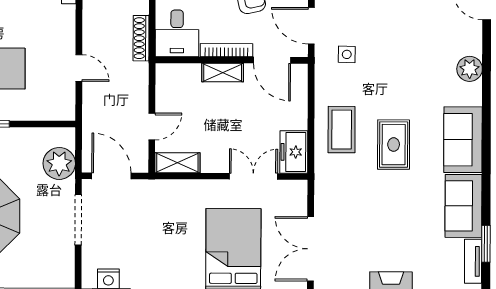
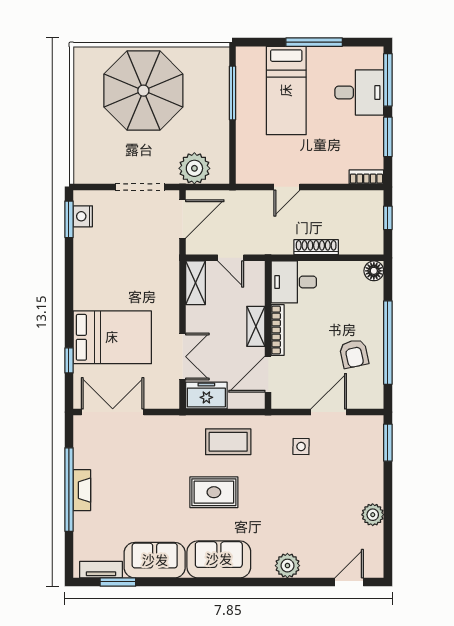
desk: (177, 33) -> (294, 282), moved
bookcase: (227, 50) -> (278, 330), moved
wall: (232, 60) -> (268, 335), moved
door: (272, 60) -> (268, 374), moved
shelving: (223, 73) -> (256, 326), moved

